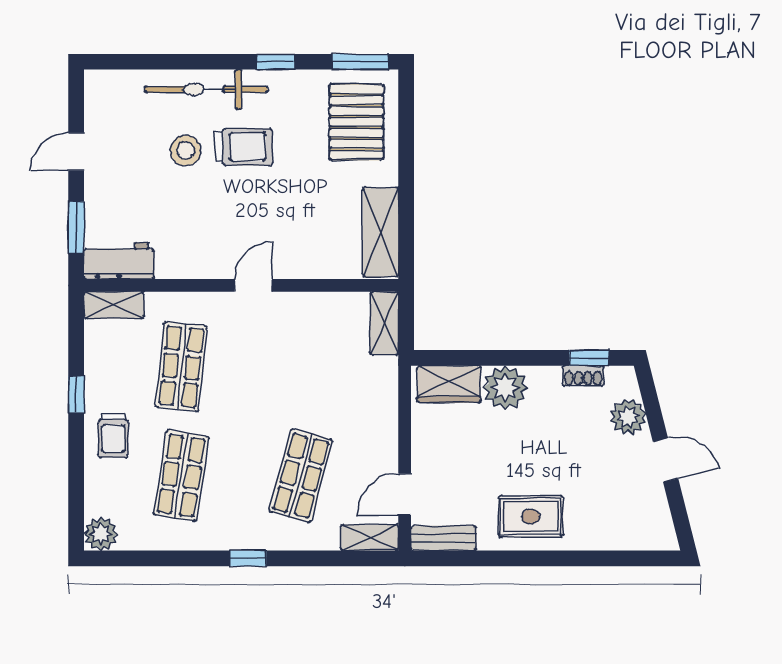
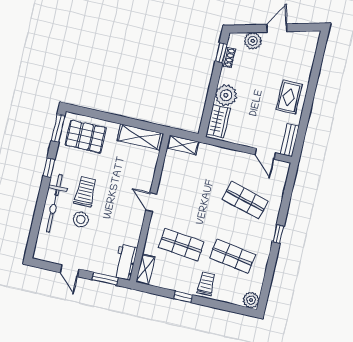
trolley: (113, 435) -> (206, 284), turned -90
shelving: (370, 538) -> (282, 175), removed

